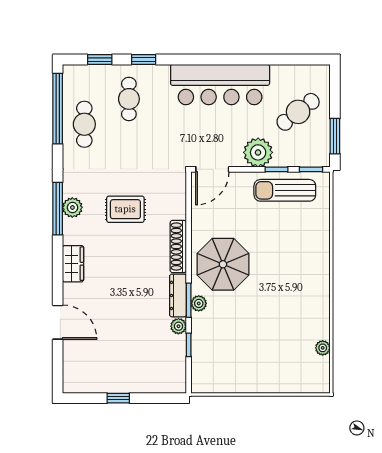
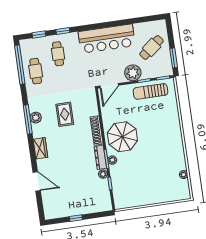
rug: (125, 209) -> (65, 114), turned 90

